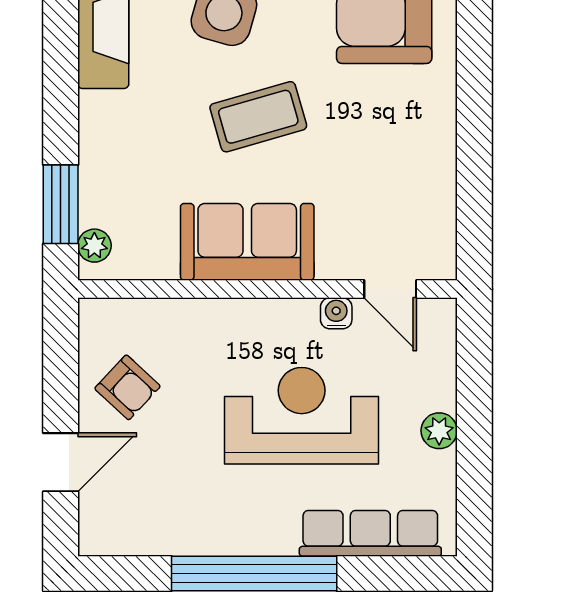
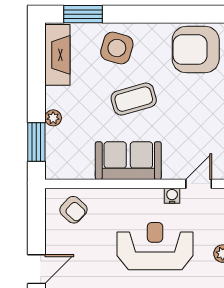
plant: (94, 246) -> (53, 118), moved
door: (390, 289) -> (199, 184), swing flipped
armchair: (127, 387) -> (73, 210), moved

